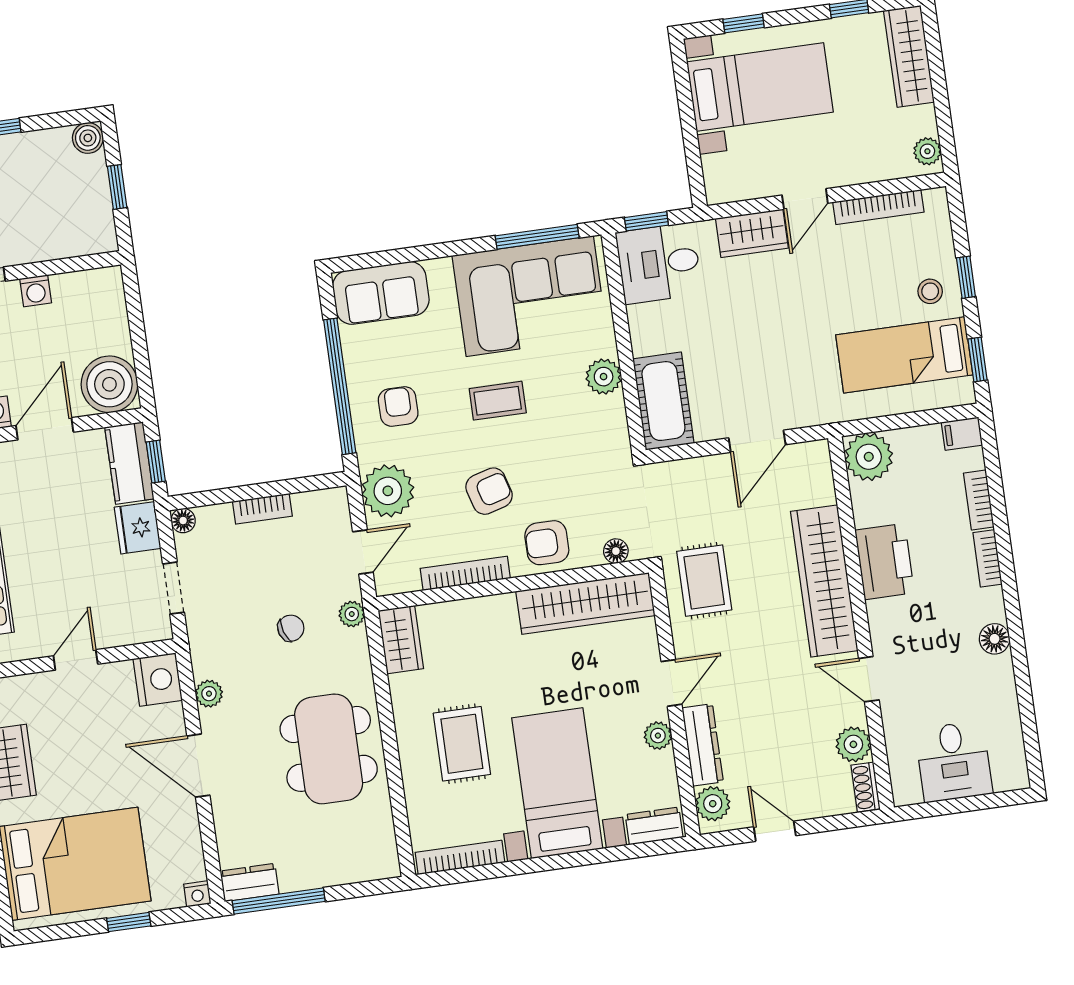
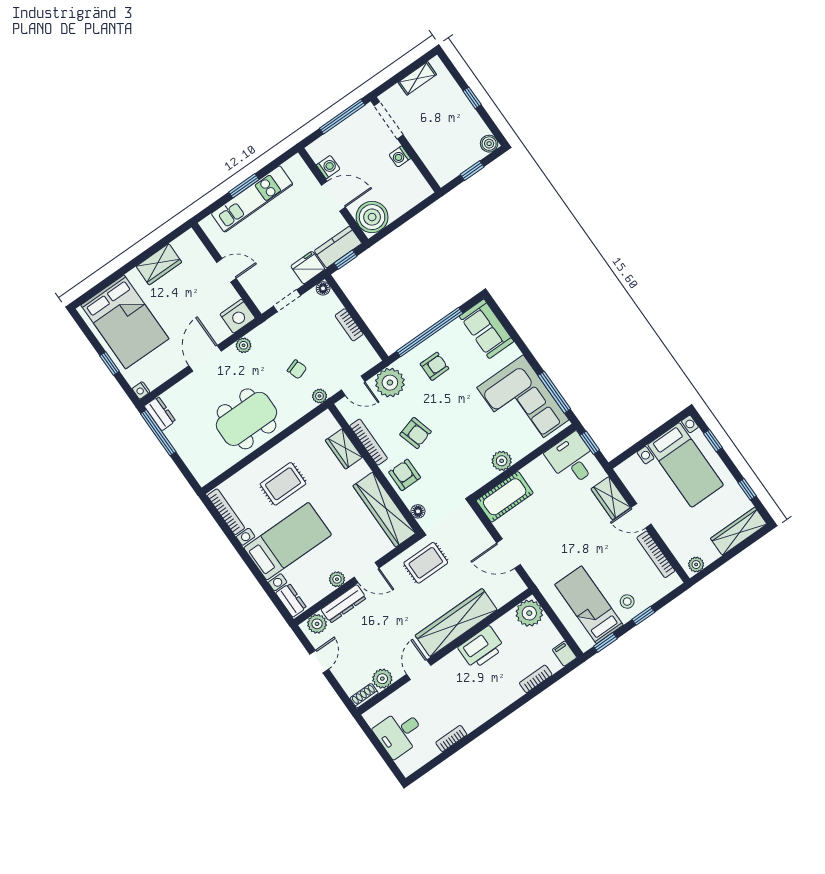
coffee table: (498, 401) -> (463, 414), removed
bookcase: (988, 558) -> (451, 739), moved
floor lamp: (995, 639) -> (471, 722), removed
wardrobe: (401, 640) -> (344, 449), moved, turned 90

